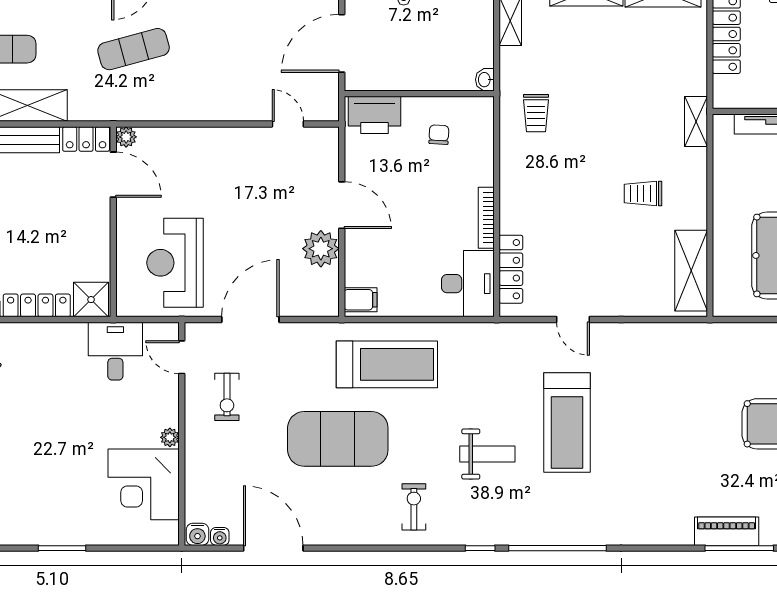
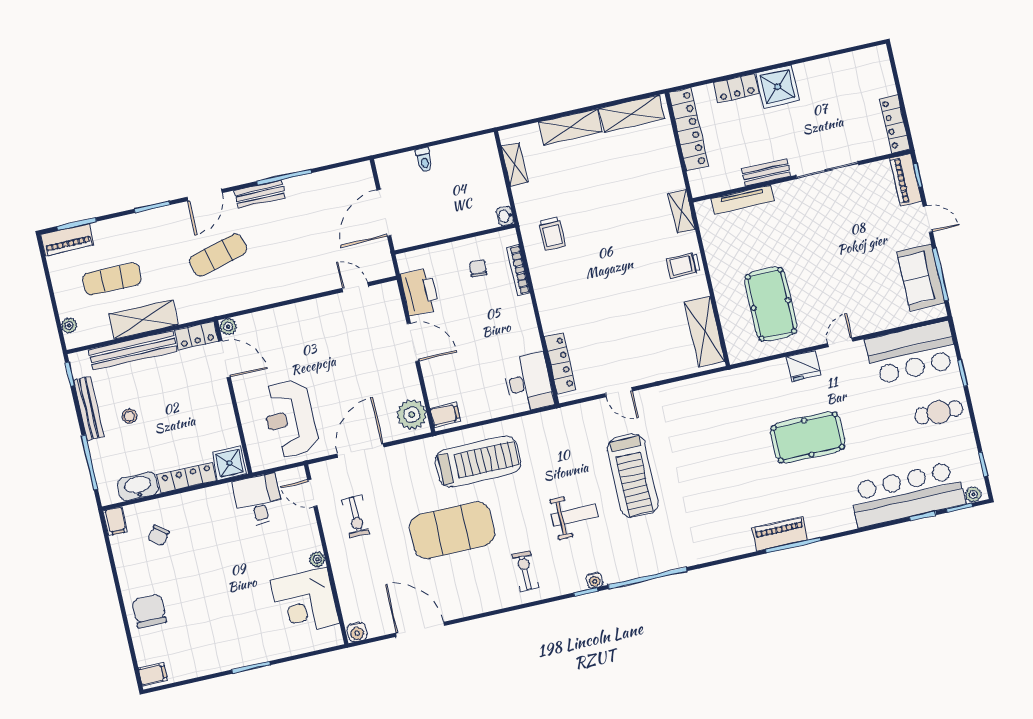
printer: (375, 115) -> (420, 292), moved, turned -90
trolley: (643, 193) -> (683, 265), moved
bookcase: (486, 218) -> (518, 270), moved
plant: (321, 249) -> (412, 415), moved
water cooler: (220, 536) -> (594, 580), moved

